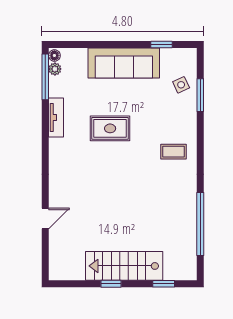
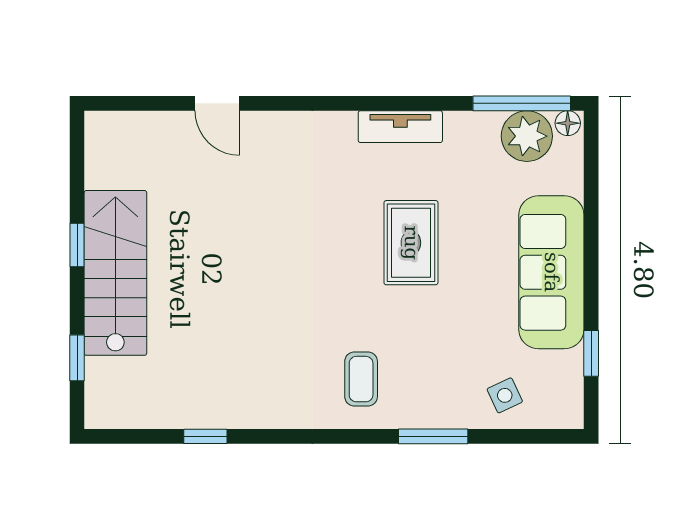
plant: (55, 69) -> (527, 136), width x1.87, depth x1.87
window: (200, 95) -> (433, 436), moved
tv unit: (56, 117) -> (400, 127), moved
window: (200, 224) -> (205, 436), width x0.32

